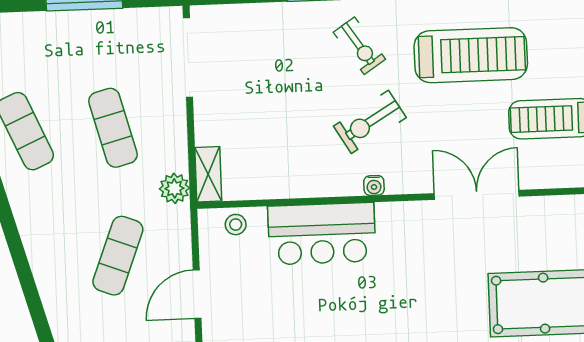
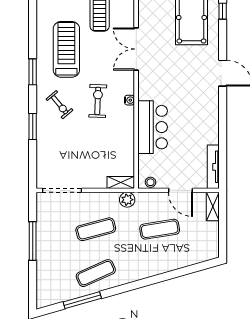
exercise bike: (359, 46) -> (60, 105), turned 84
exercise bike: (370, 122) -> (98, 101), turned -147
stool: (236, 225) -> (150, 182), moved
exercise mat: (118, 256) -> (160, 229), turned -30

